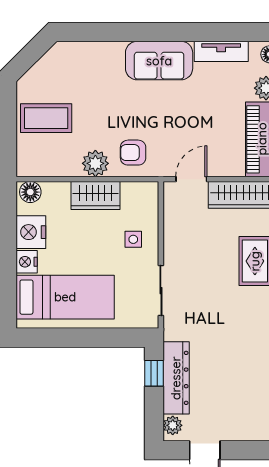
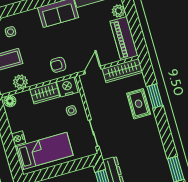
side table: (66, 71) -> (10, 32), added
plant: (95, 163) -> (20, 82), moved
nightstand: (31, 232) -> (67, 87), moved, turned 90

